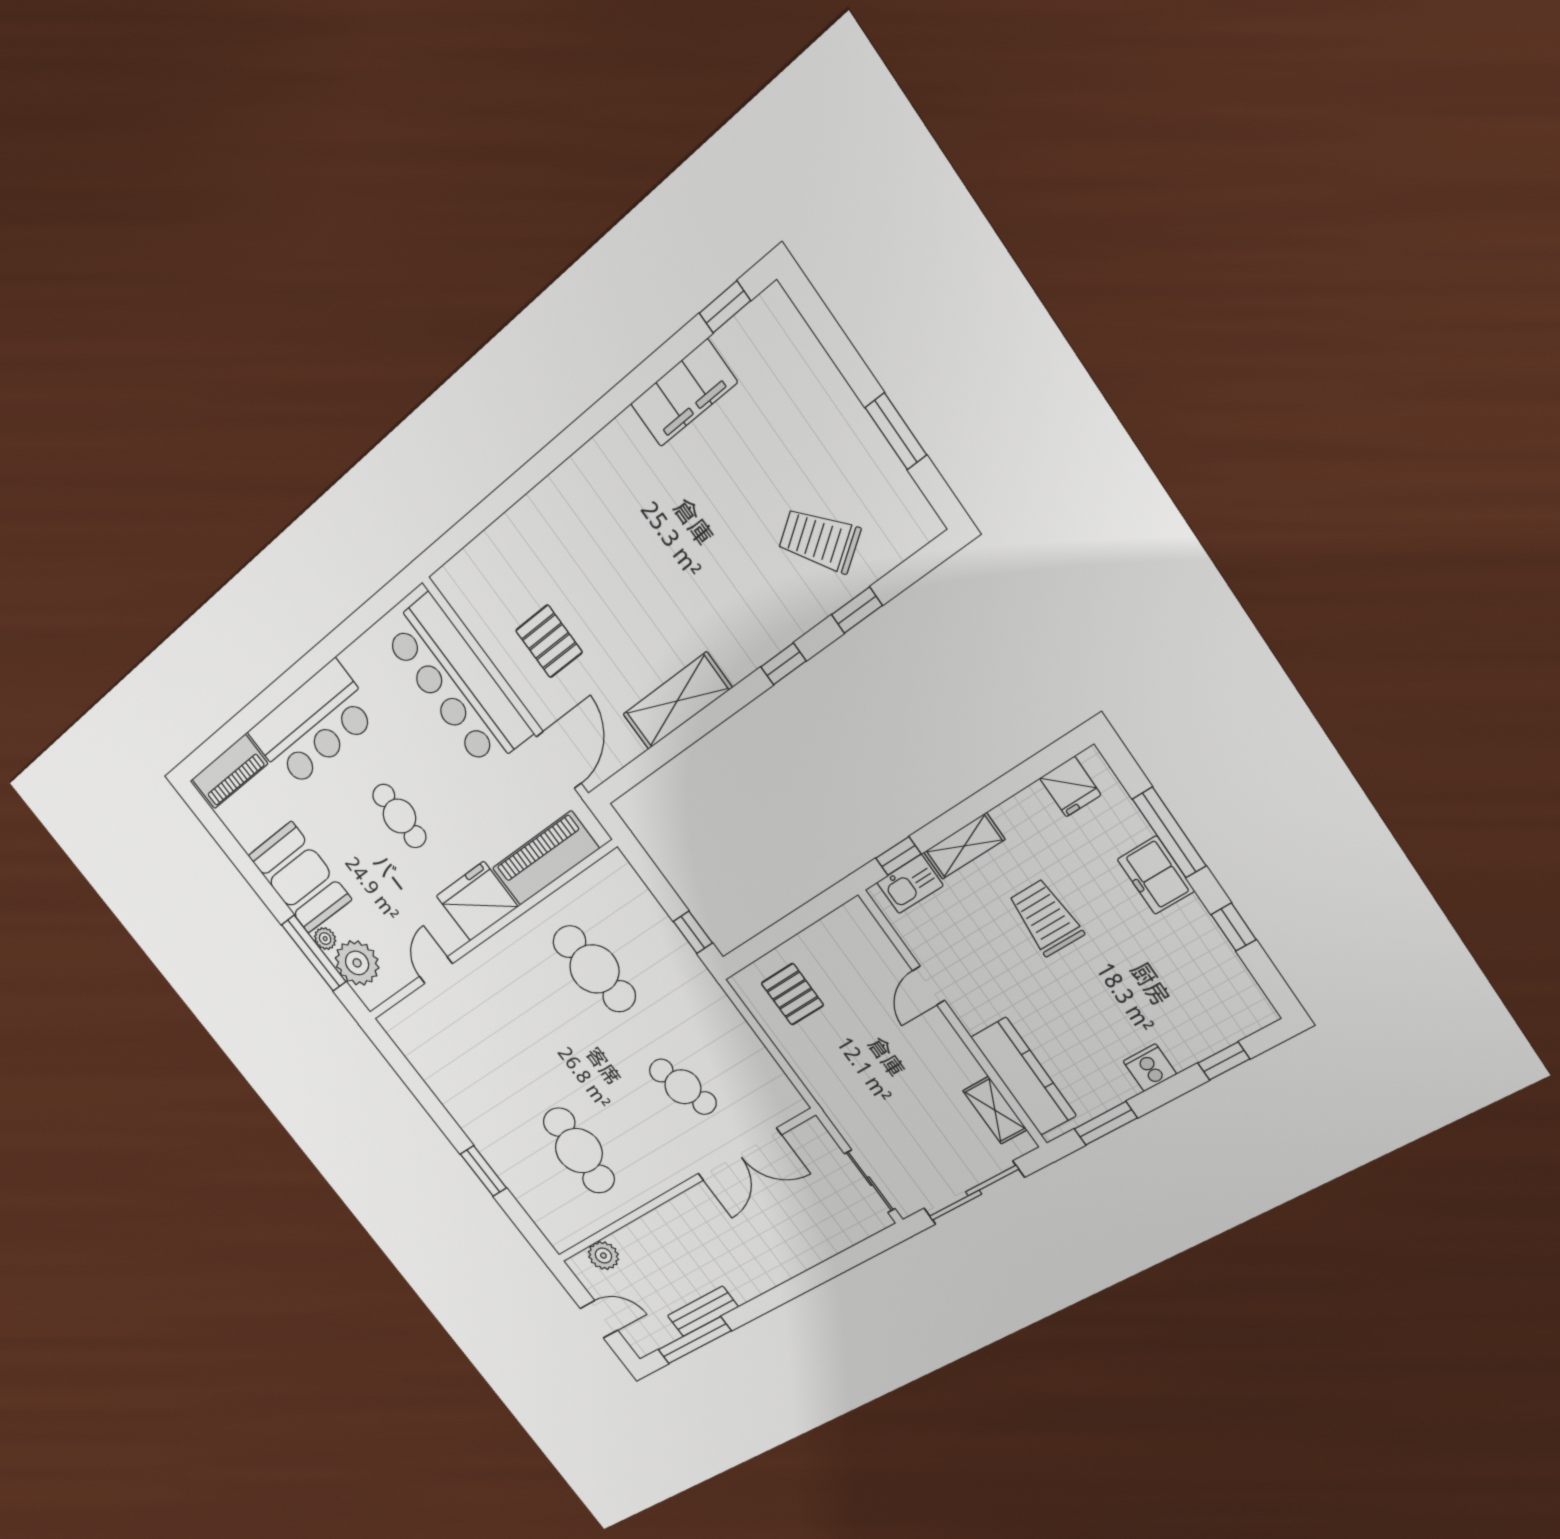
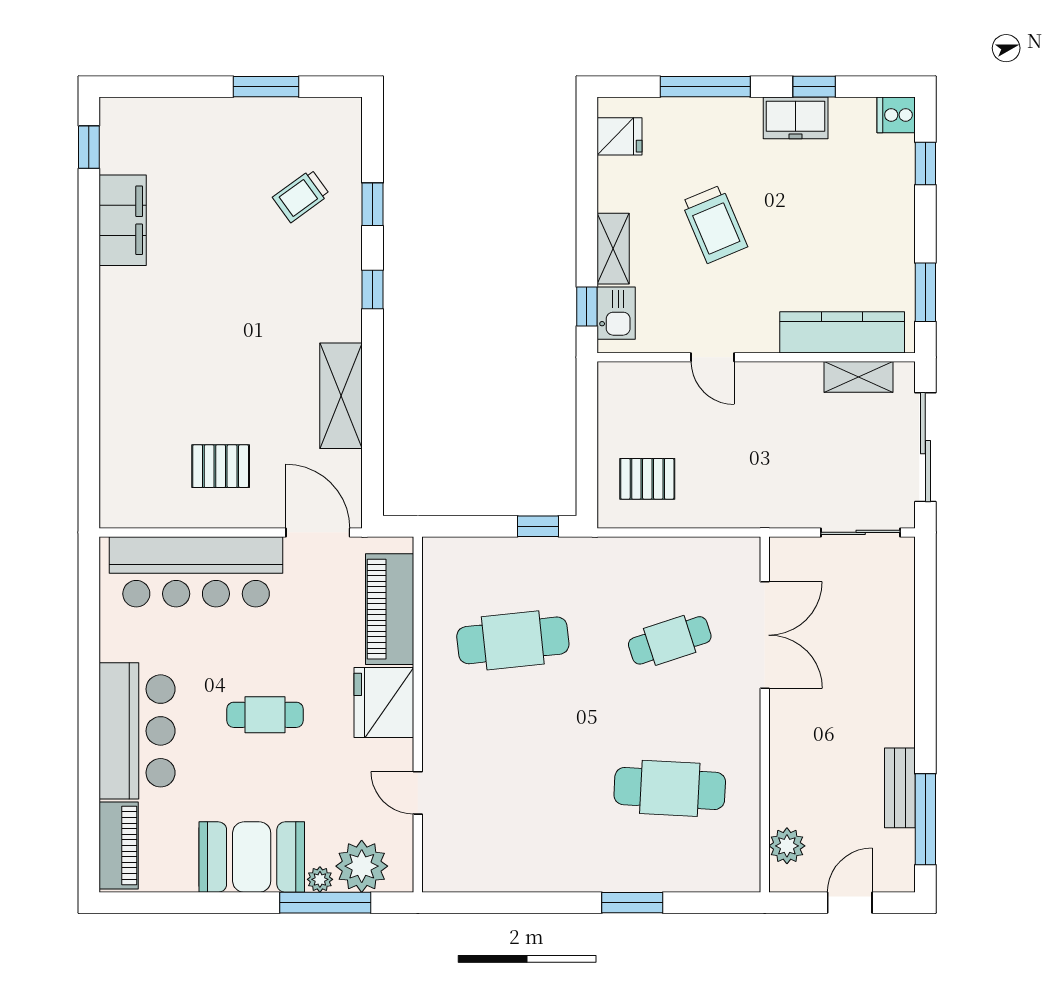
trolley: (819, 540) -> (301, 196), width x0.73, depth x0.72
freezer: (1156, 875) -> (796, 118), moved
trolley: (1046, 918) -> (714, 224), turned -113
cooker: (1150, 1068) -> (896, 115), moved

